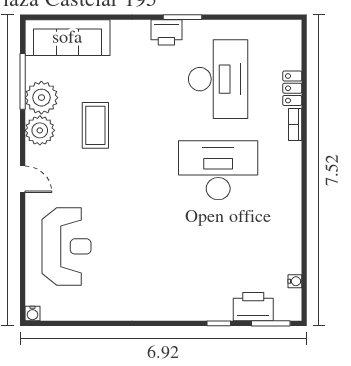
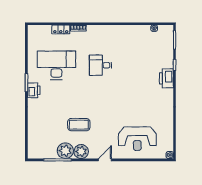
sofa: (67, 38) -> (36, 138), removed
desk: (218, 170) -> (100, 65), width x0.53, depth x0.77
reception desk: (67, 246) -> (137, 139), turned 180
printer: (253, 307) -> (166, 78), moved

